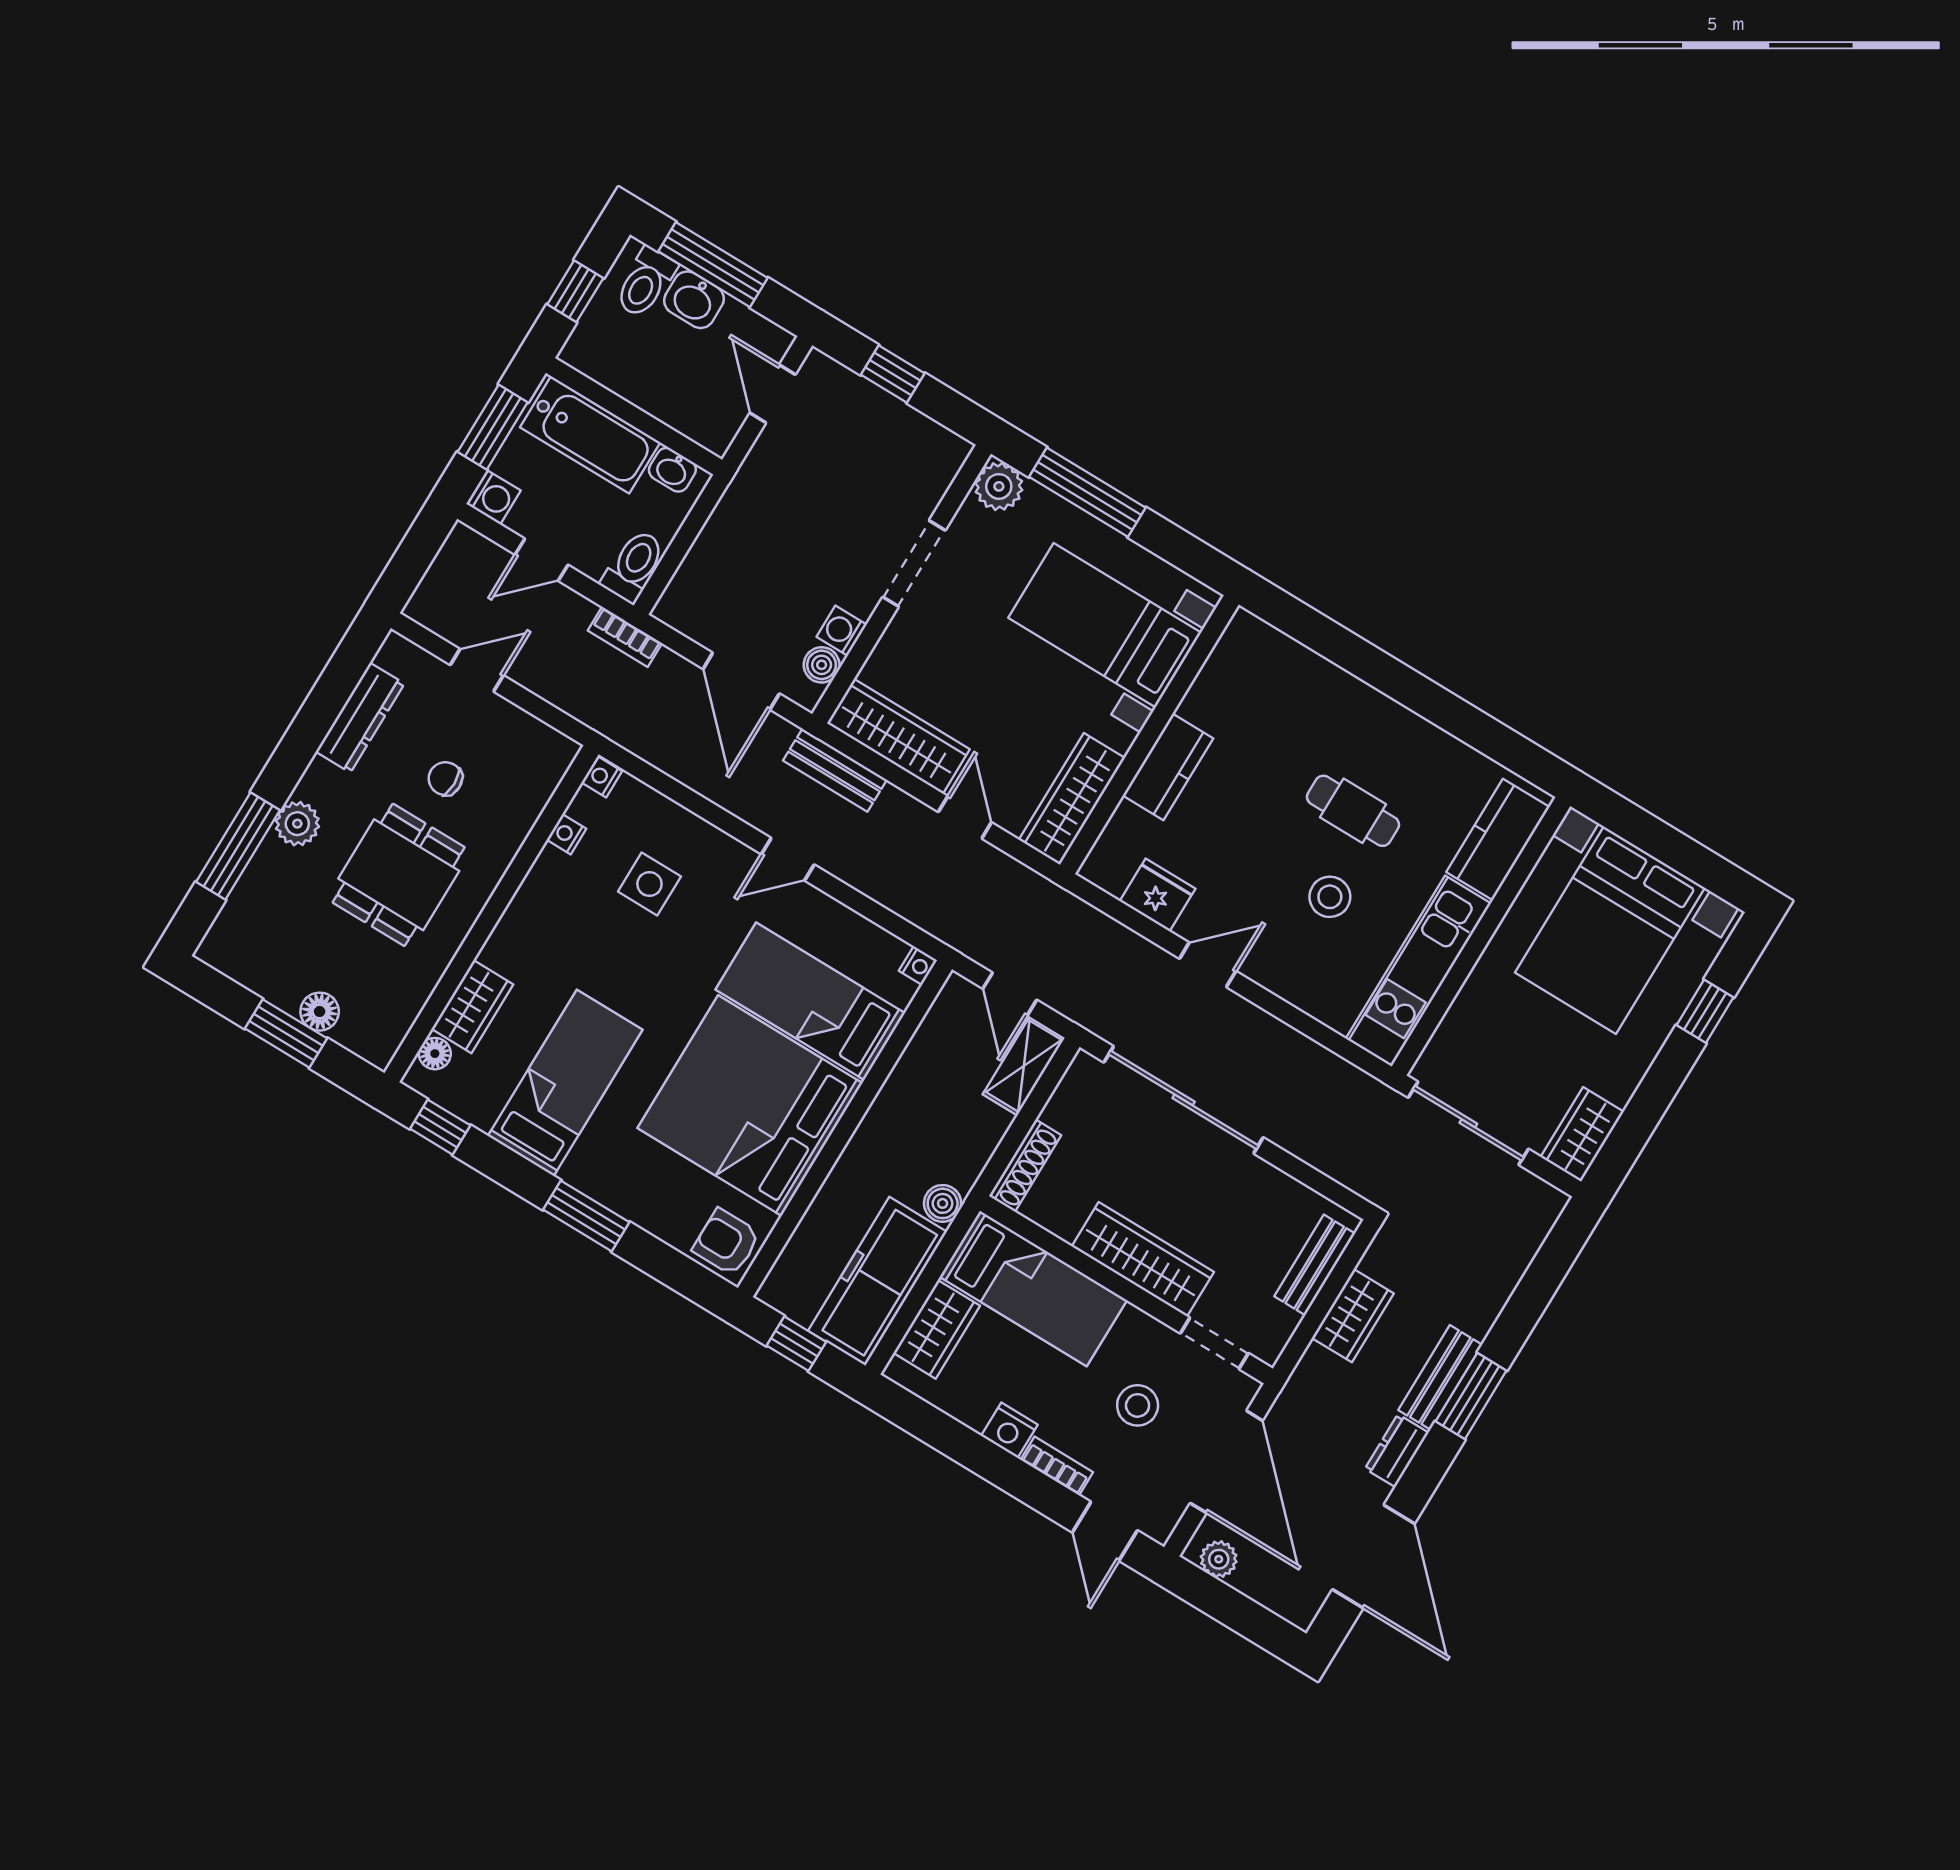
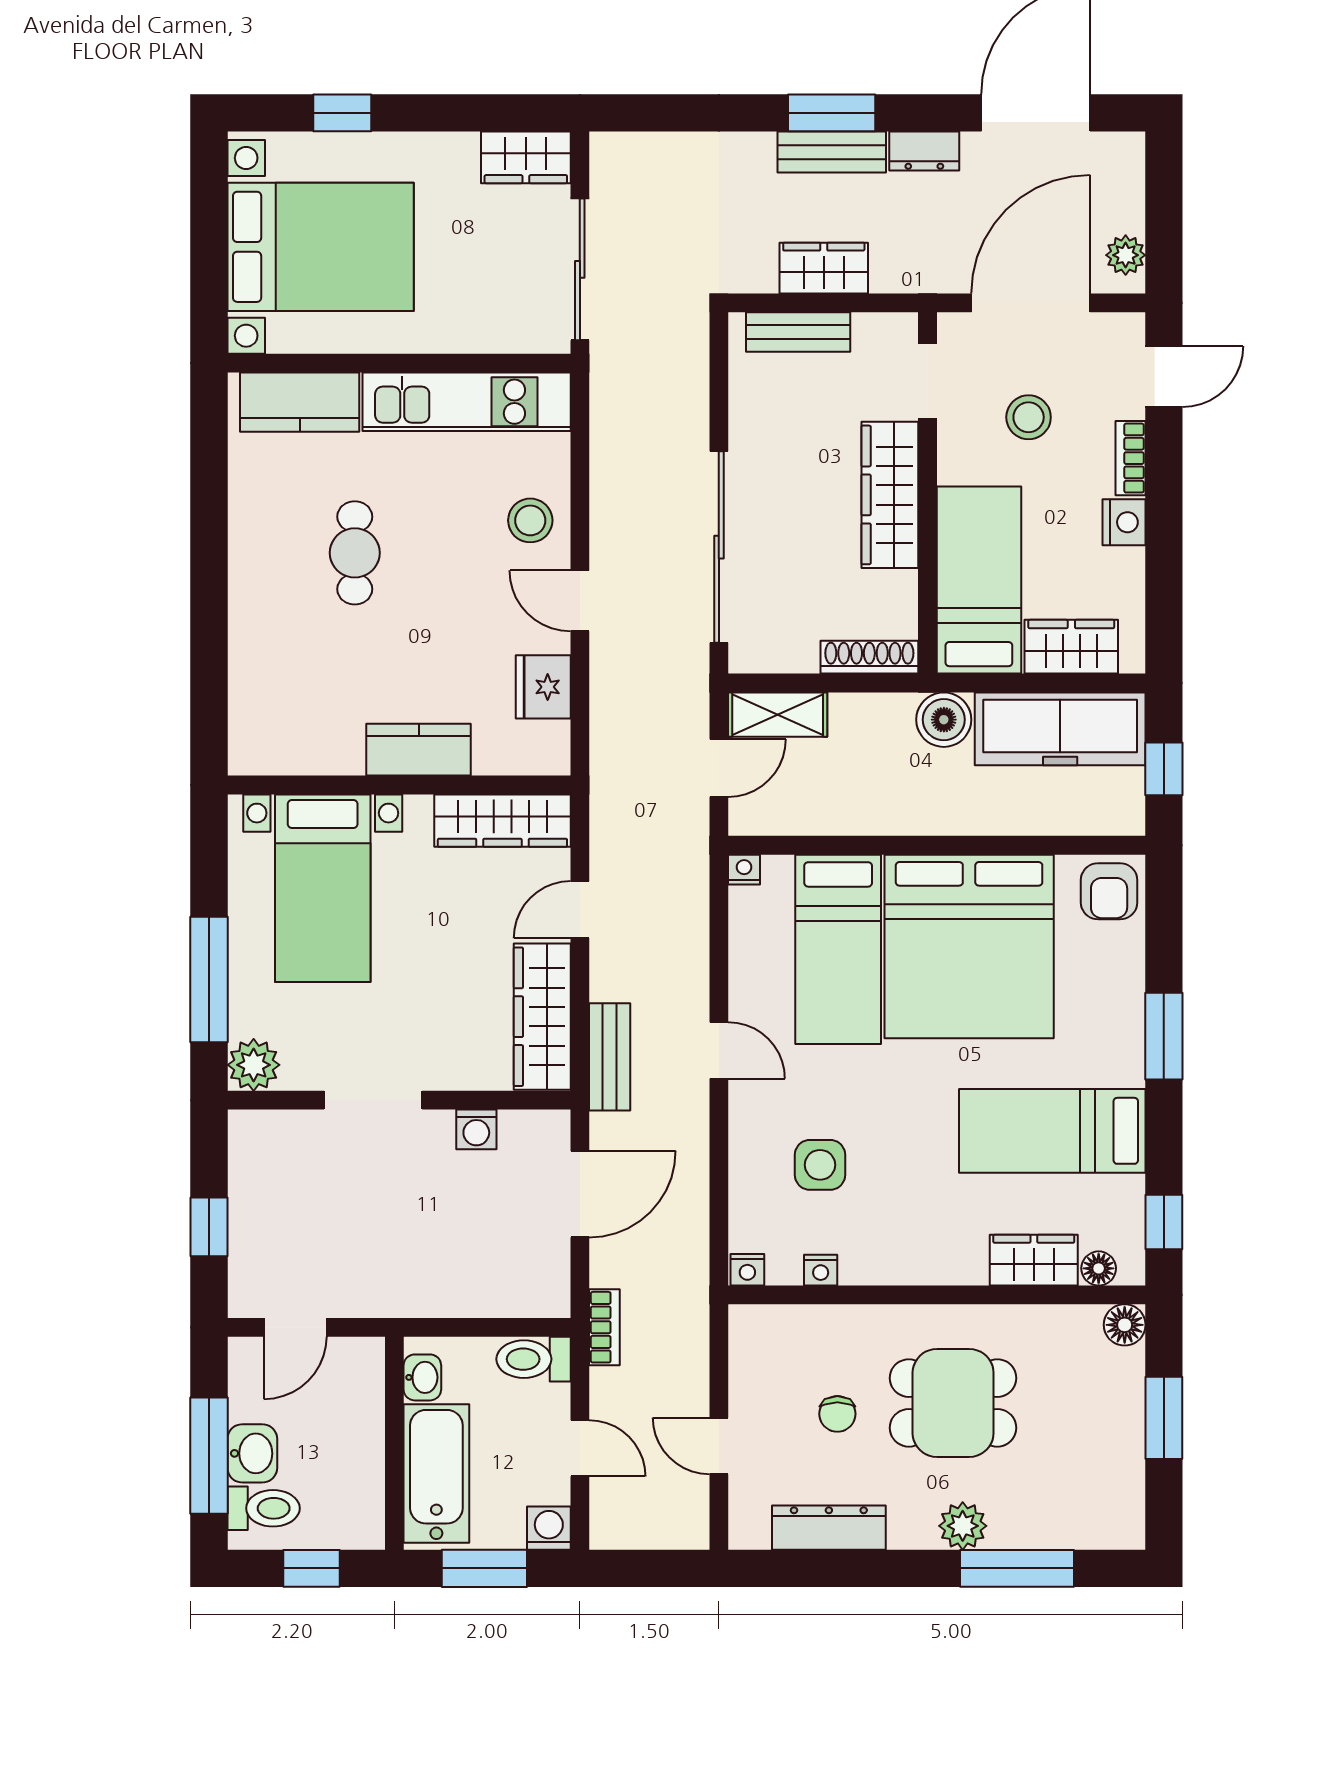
boiler: (822, 665) -> (519, 1129), removed
stool: (1330, 897) -> (530, 520), moved
floor lamp: (320, 1012) -> (1125, 1325), moved
boiler: (943, 1203) -> (944, 720), width x1.36, depth x1.36

